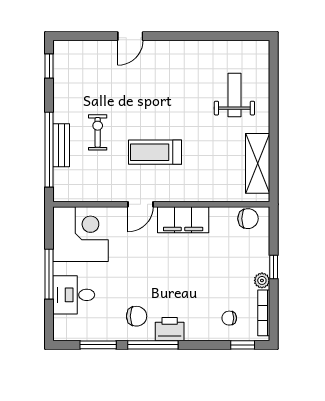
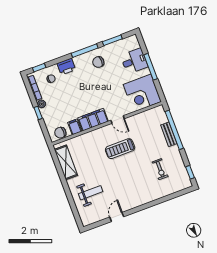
door: (130, 36) -> (117, 217), moved
weight bench: (234, 95) -> (91, 193), turned -90
exercise bike: (98, 132) -> (160, 169), moved
treadmill: (155, 152) -> (120, 149), turned 180
door: (140, 204) -> (118, 120), swing flipped
filing cabinet: (220, 219) -> (75, 127), added
printer: (170, 329) -> (66, 67), moved

